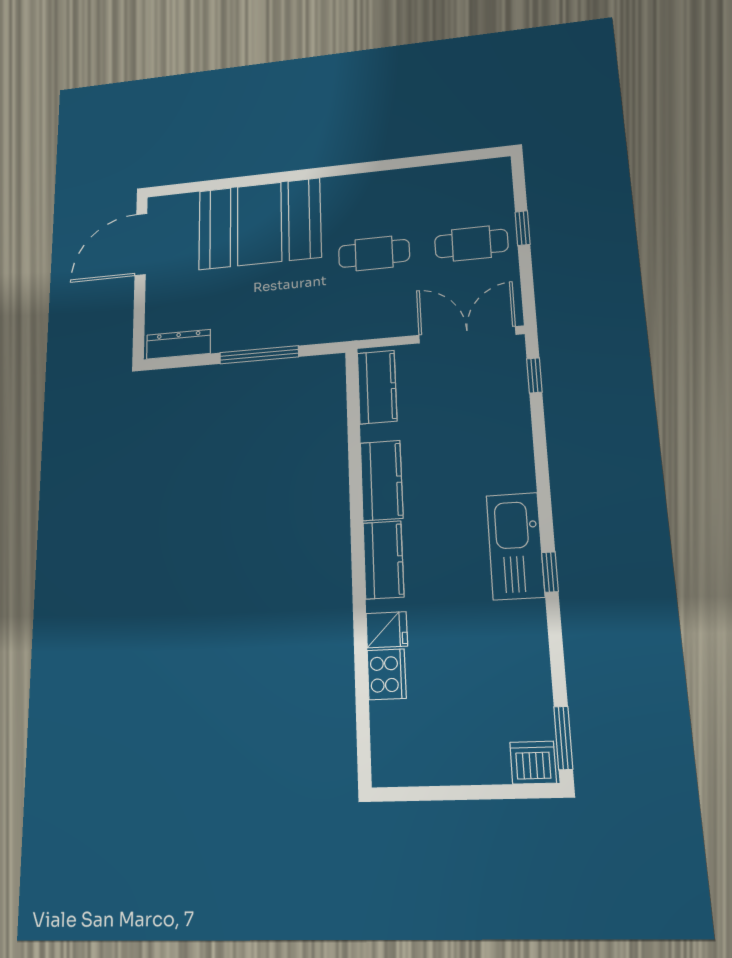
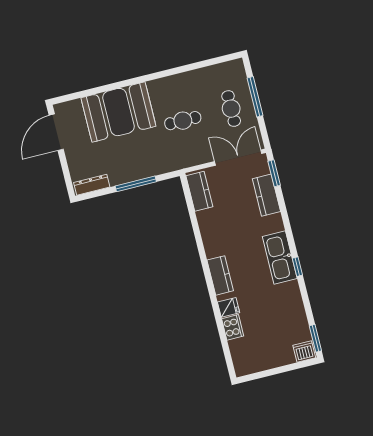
window: (523, 228) -> (255, 97), width x2.17
cafe table: (471, 243) -> (231, 109), turned 90
window: (534, 375) -> (274, 173), width x1.50
kitchen counter: (382, 480) -> (266, 195), moved, turned 180

